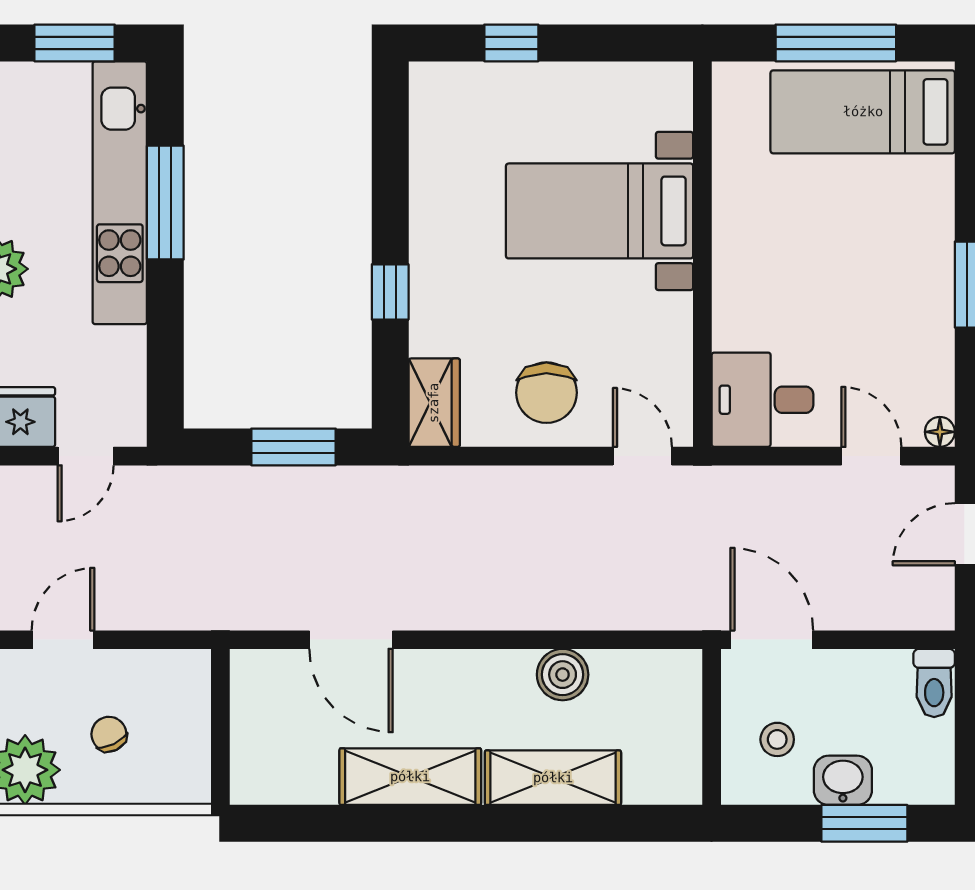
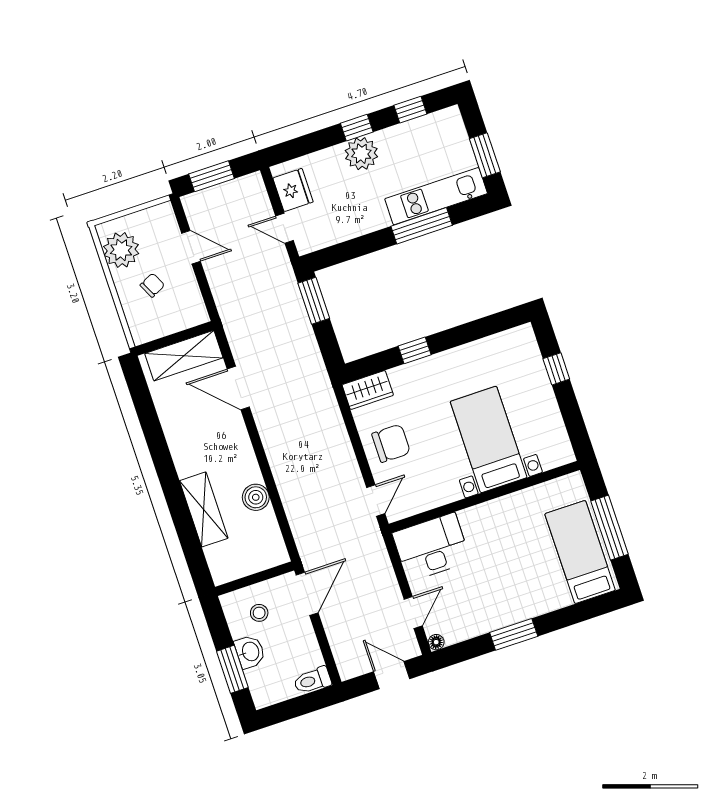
kitchen unit: (120, 193) -> (436, 196), width x0.73
chair: (546, 393) -> (391, 443), turned 180
desk: (762, 400) -> (431, 547), width x1.37
window: (294, 447) -> (314, 301), moved
door: (351, 640) -> (238, 388), hinge flipped
shelving: (410, 777) -> (184, 356), moved, turned 90

